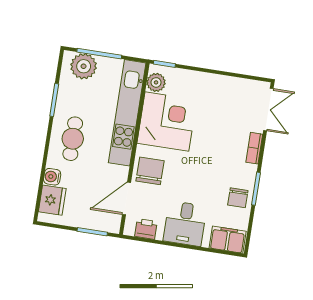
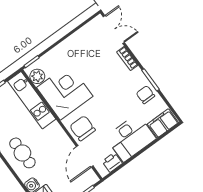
kitchen unit: (127, 113) -> (32, 100), width x0.73
chair: (238, 198) -> (145, 95), turned 180
desk: (185, 223) -> (131, 138), width x1.37

